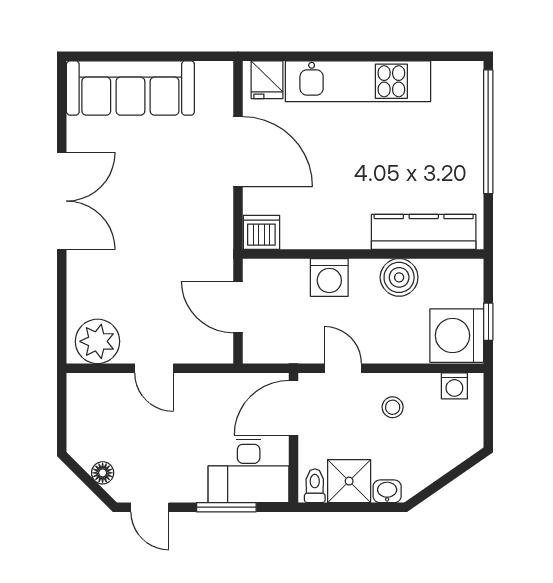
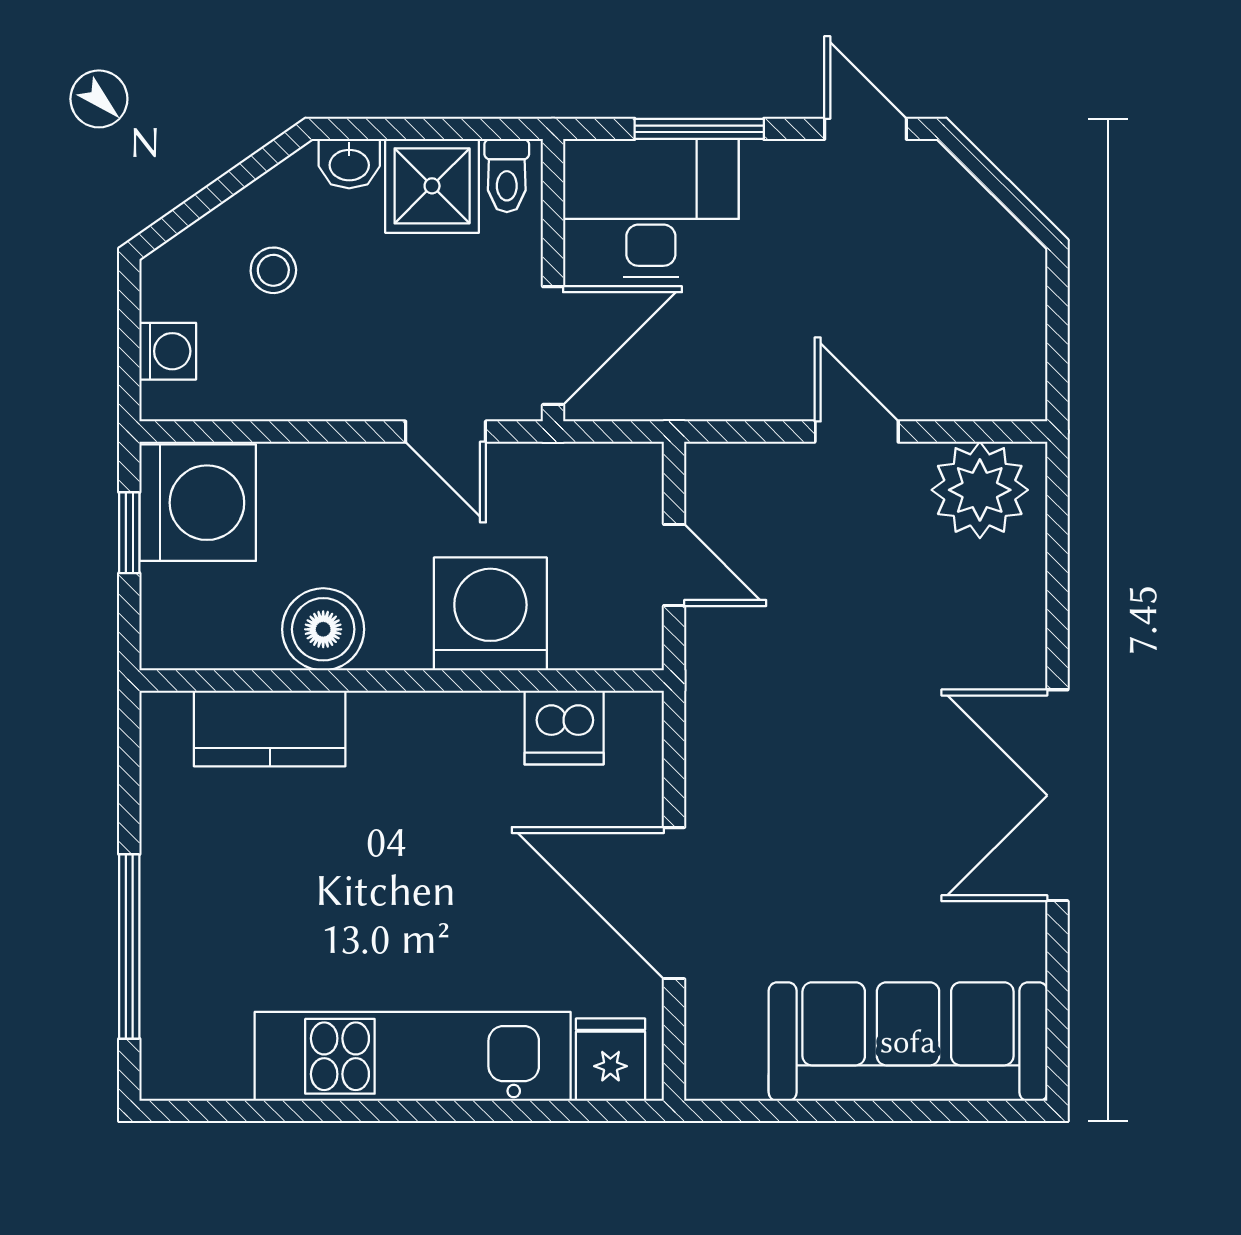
window: (488, 132) -> (129, 947), width x0.68
dishwasher: (261, 232) -> (564, 727), moved
kitchen counter: (424, 232) -> (270, 728), width x0.67
washing machine: (329, 277) -> (490, 614), width x1.37, depth x1.37
door: (238, 307) -> (674, 565), width x0.73
washing machine: (454, 386) -> (168, 351), moved, turned 90
stool: (393, 407) -> (273, 270), moved
floor lamp: (103, 473) -> (969, 204), removed

